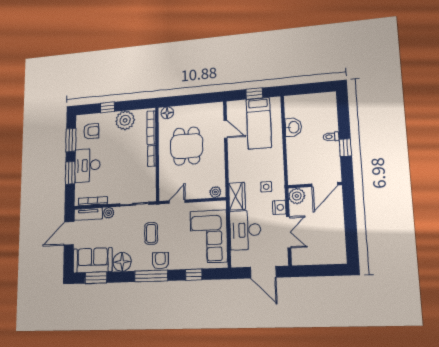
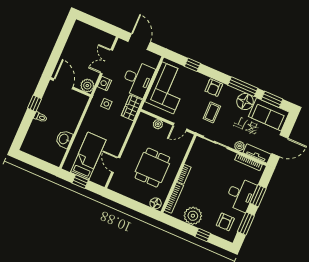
armchair: (91, 131) -> (225, 222), turned -90
door: (325, 185) -> (63, 84), hinge flipped
plant: (215, 192) -> (158, 124), moved
window: (151, 276) -> (243, 87), moved

